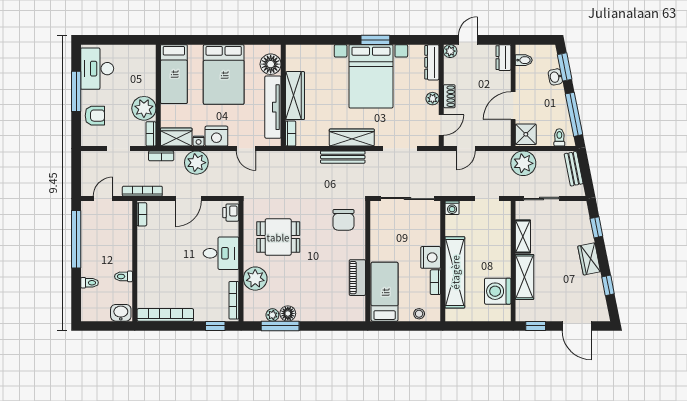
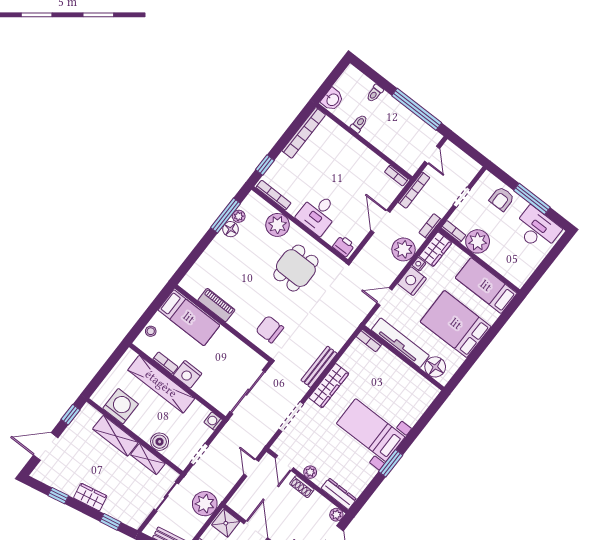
bed with nightstands: (371, 76) -> (371, 430), width x0.73
wardrobe: (295, 96) -> (396, 367), removed
boiler: (502, 238) -> (160, 442), added

